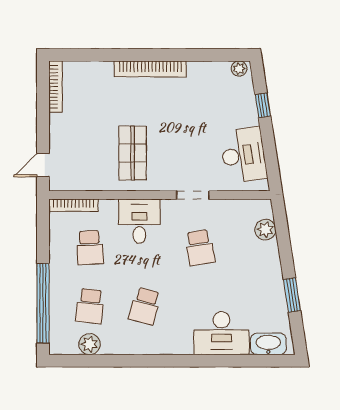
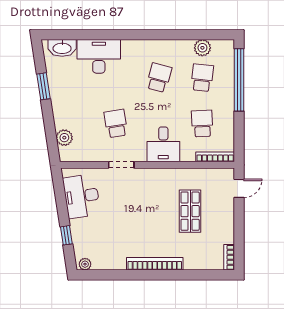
bookcase: (55, 87) -> (229, 257), width x0.64
shop shelf: (133, 153) -> (190, 211), moved

